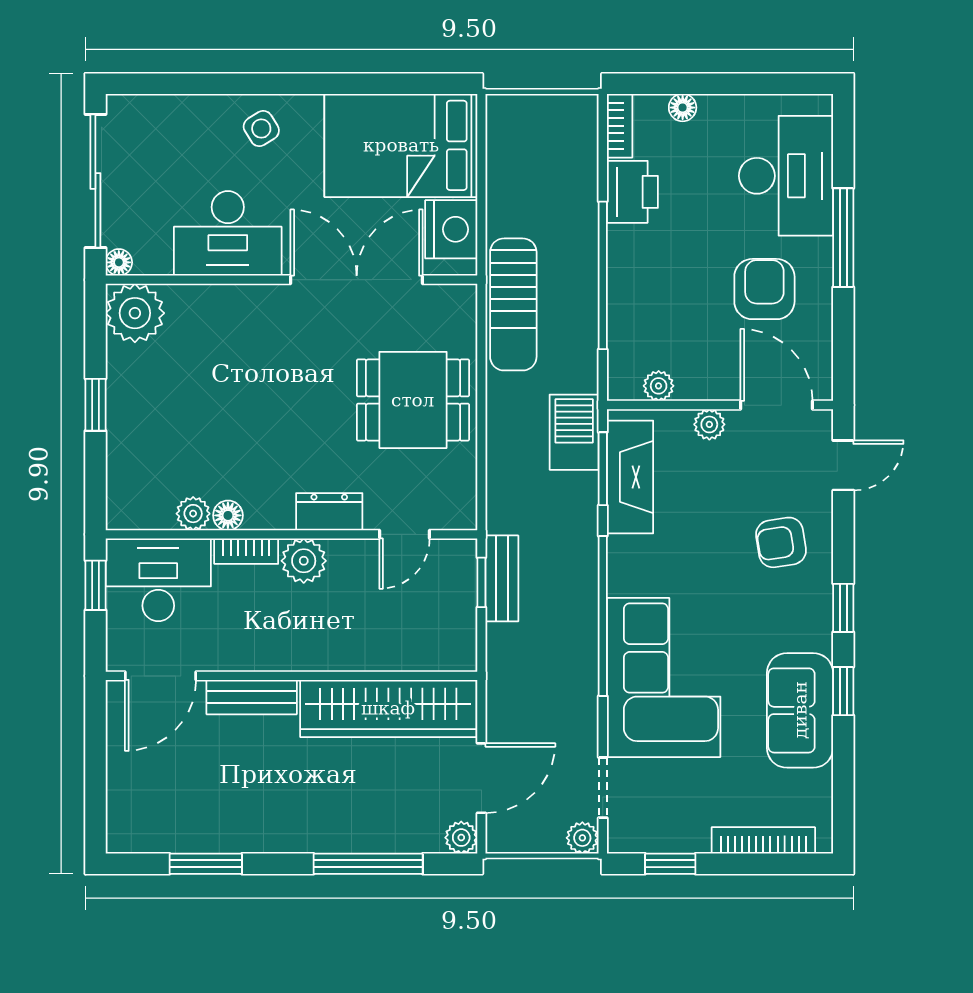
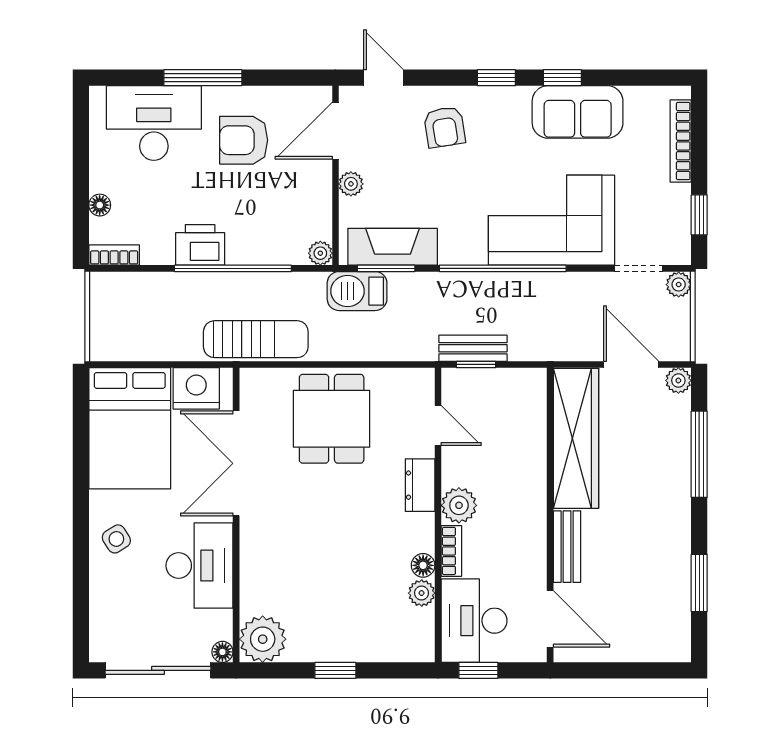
printer: (632, 192) -> (200, 245), moved
plant: (659, 386) -> (320, 253), moved

